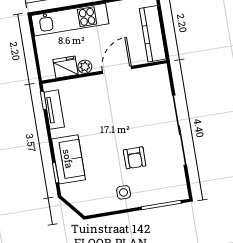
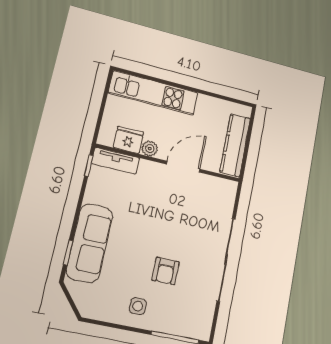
tv unit: (54, 110) -> (116, 161), moved, turned 90
sofa: (68, 159) -> (90, 243), width x1.36

